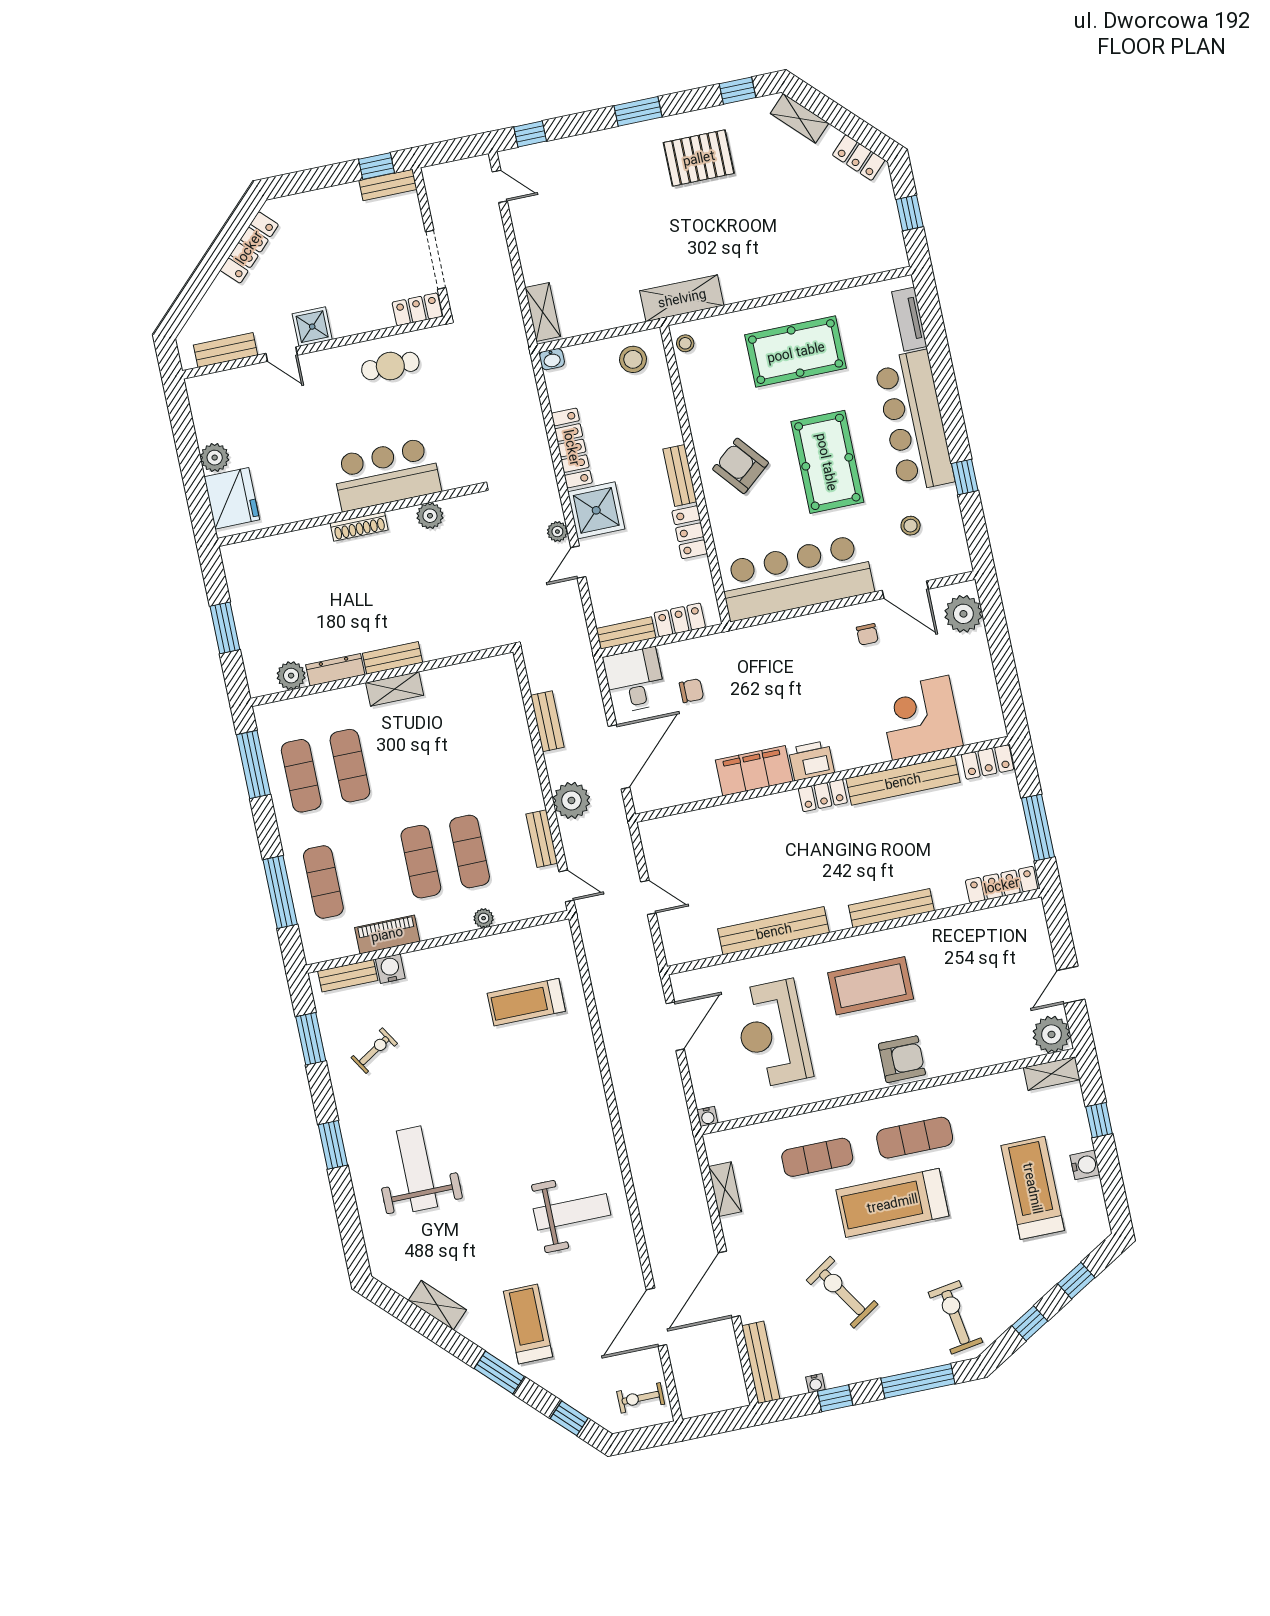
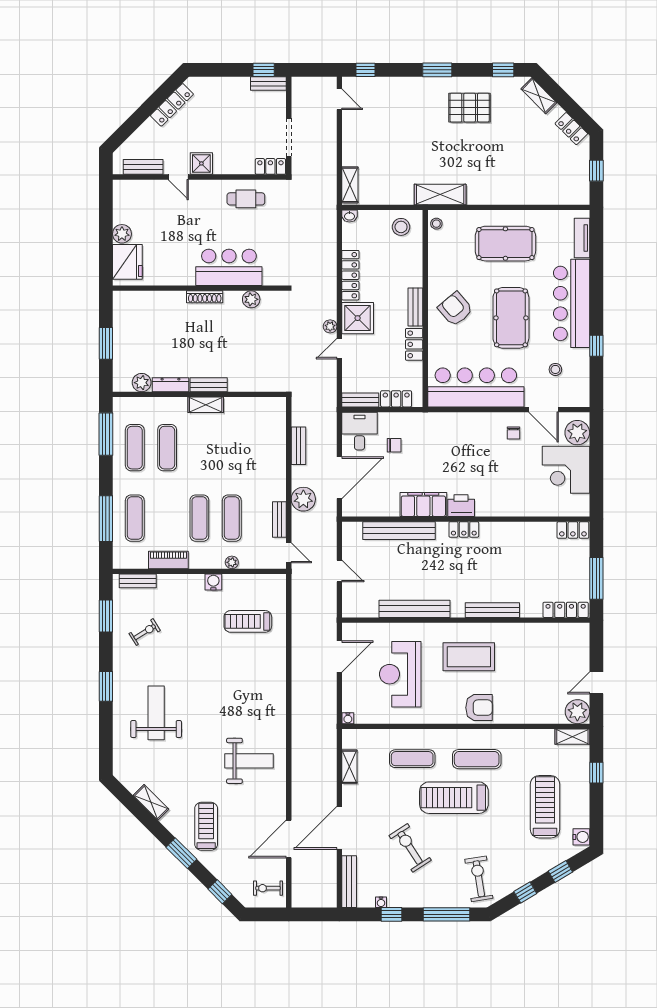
corner desk: (921, 718) -> (566, 470), moved, turned -90
bench: (903, 781) -> (399, 531), moved
water cooler: (390, 969) -> (213, 582), moved
water cooler: (1085, 1165) -> (581, 837), moved

